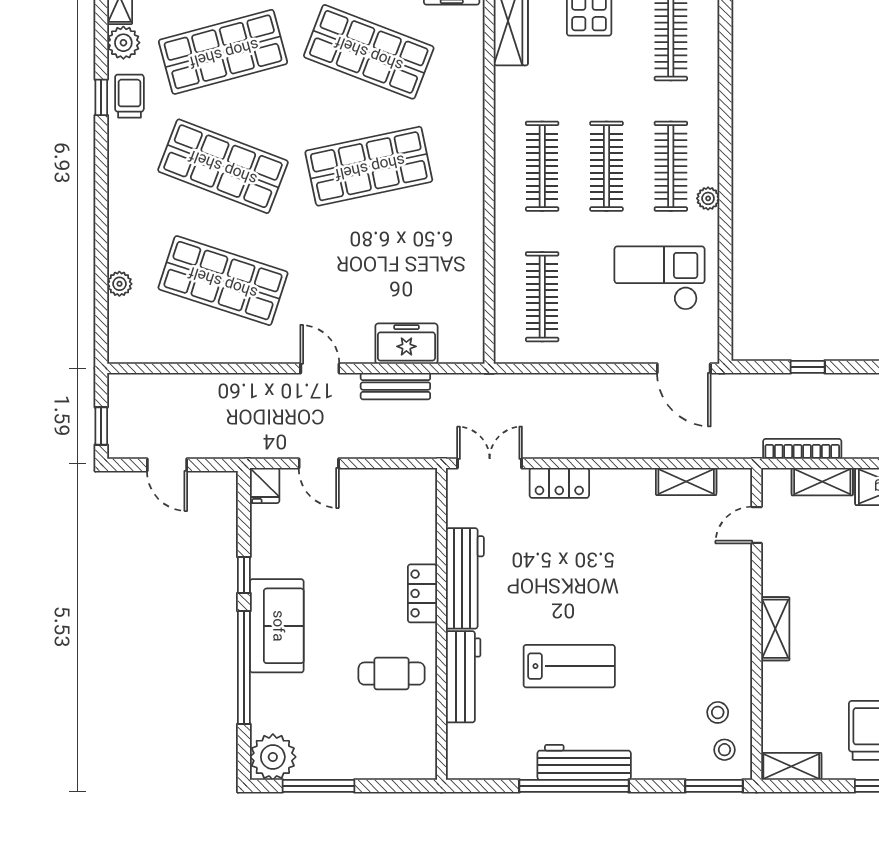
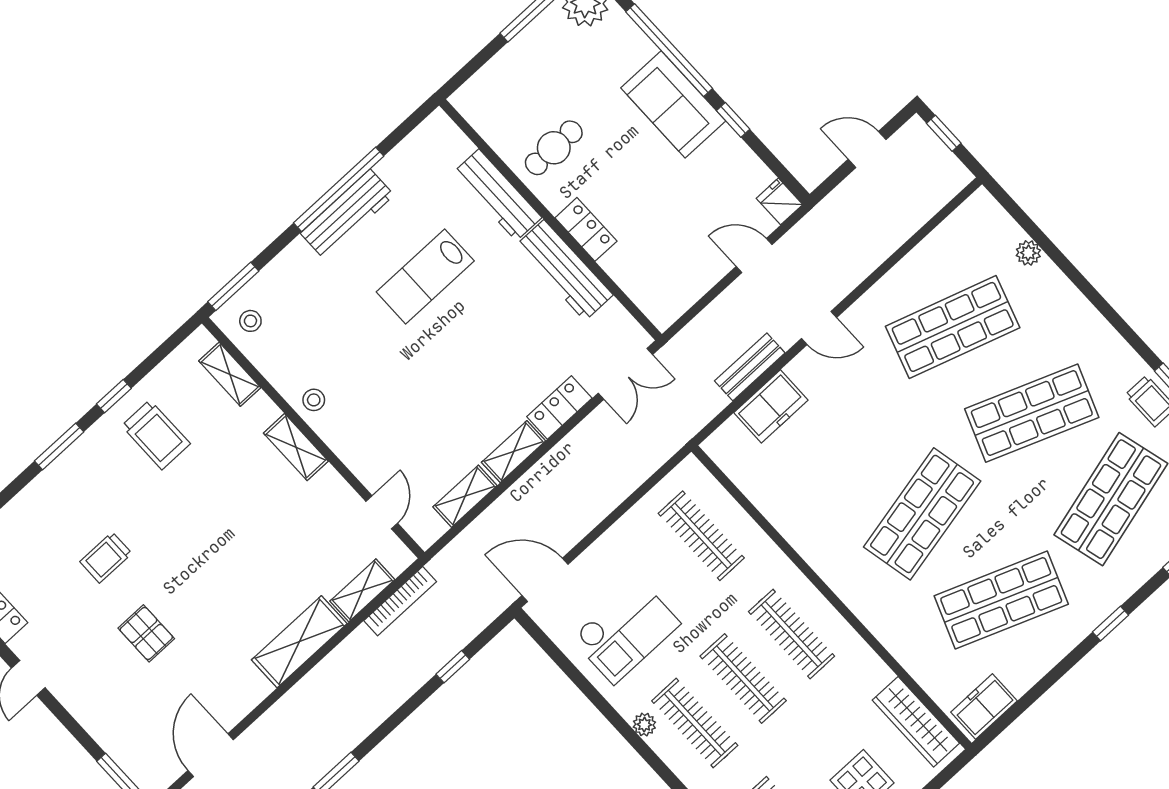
shelving: (622, 481) -> (514, 452), added
stool: (718, 712) -> (314, 400), moved
shelving: (791, 766) -> (230, 374), moved, turned 90

